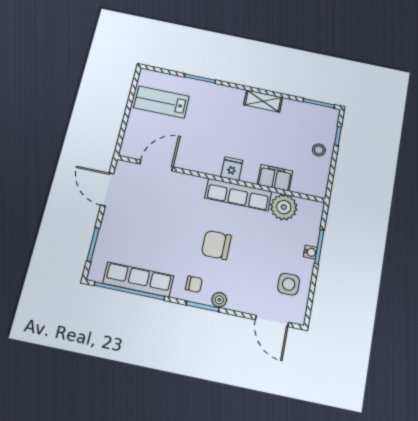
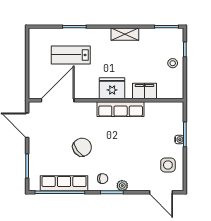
lab bench: (161, 102) -> (71, 55), moved
door: (156, 165) -> (58, 100), width x1.36
fridge: (232, 169) -> (112, 88), width x1.88, depth x1.34
plant: (284, 207) -> (155, 111), removed
chair: (216, 245) -> (82, 147), moved, turned 143

